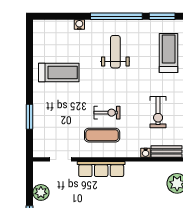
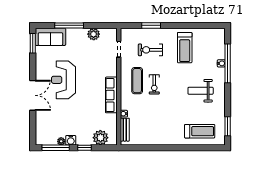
window: (116, 16) -> (228, 63), moved
weight bench: (115, 52) -> (201, 91), turned 180
exercise bike: (158, 112) -> (150, 50), moved
row of seats: (101, 169) -> (111, 95), moved

